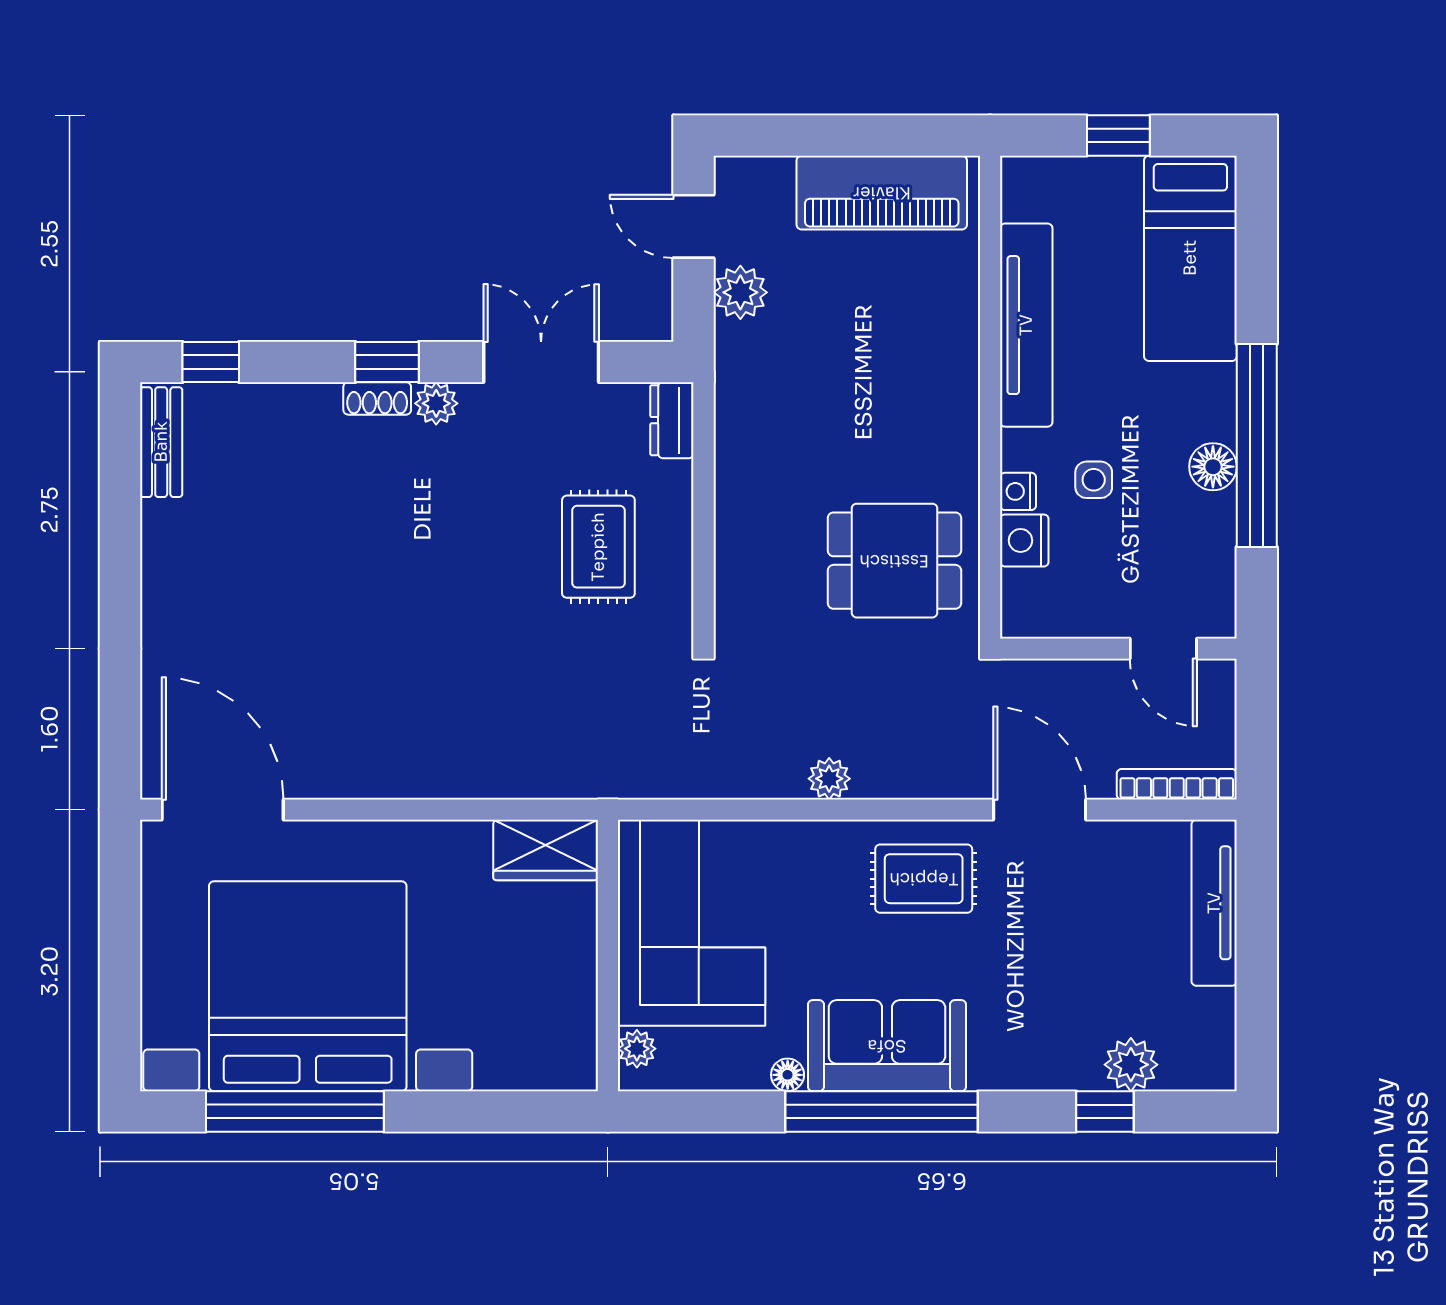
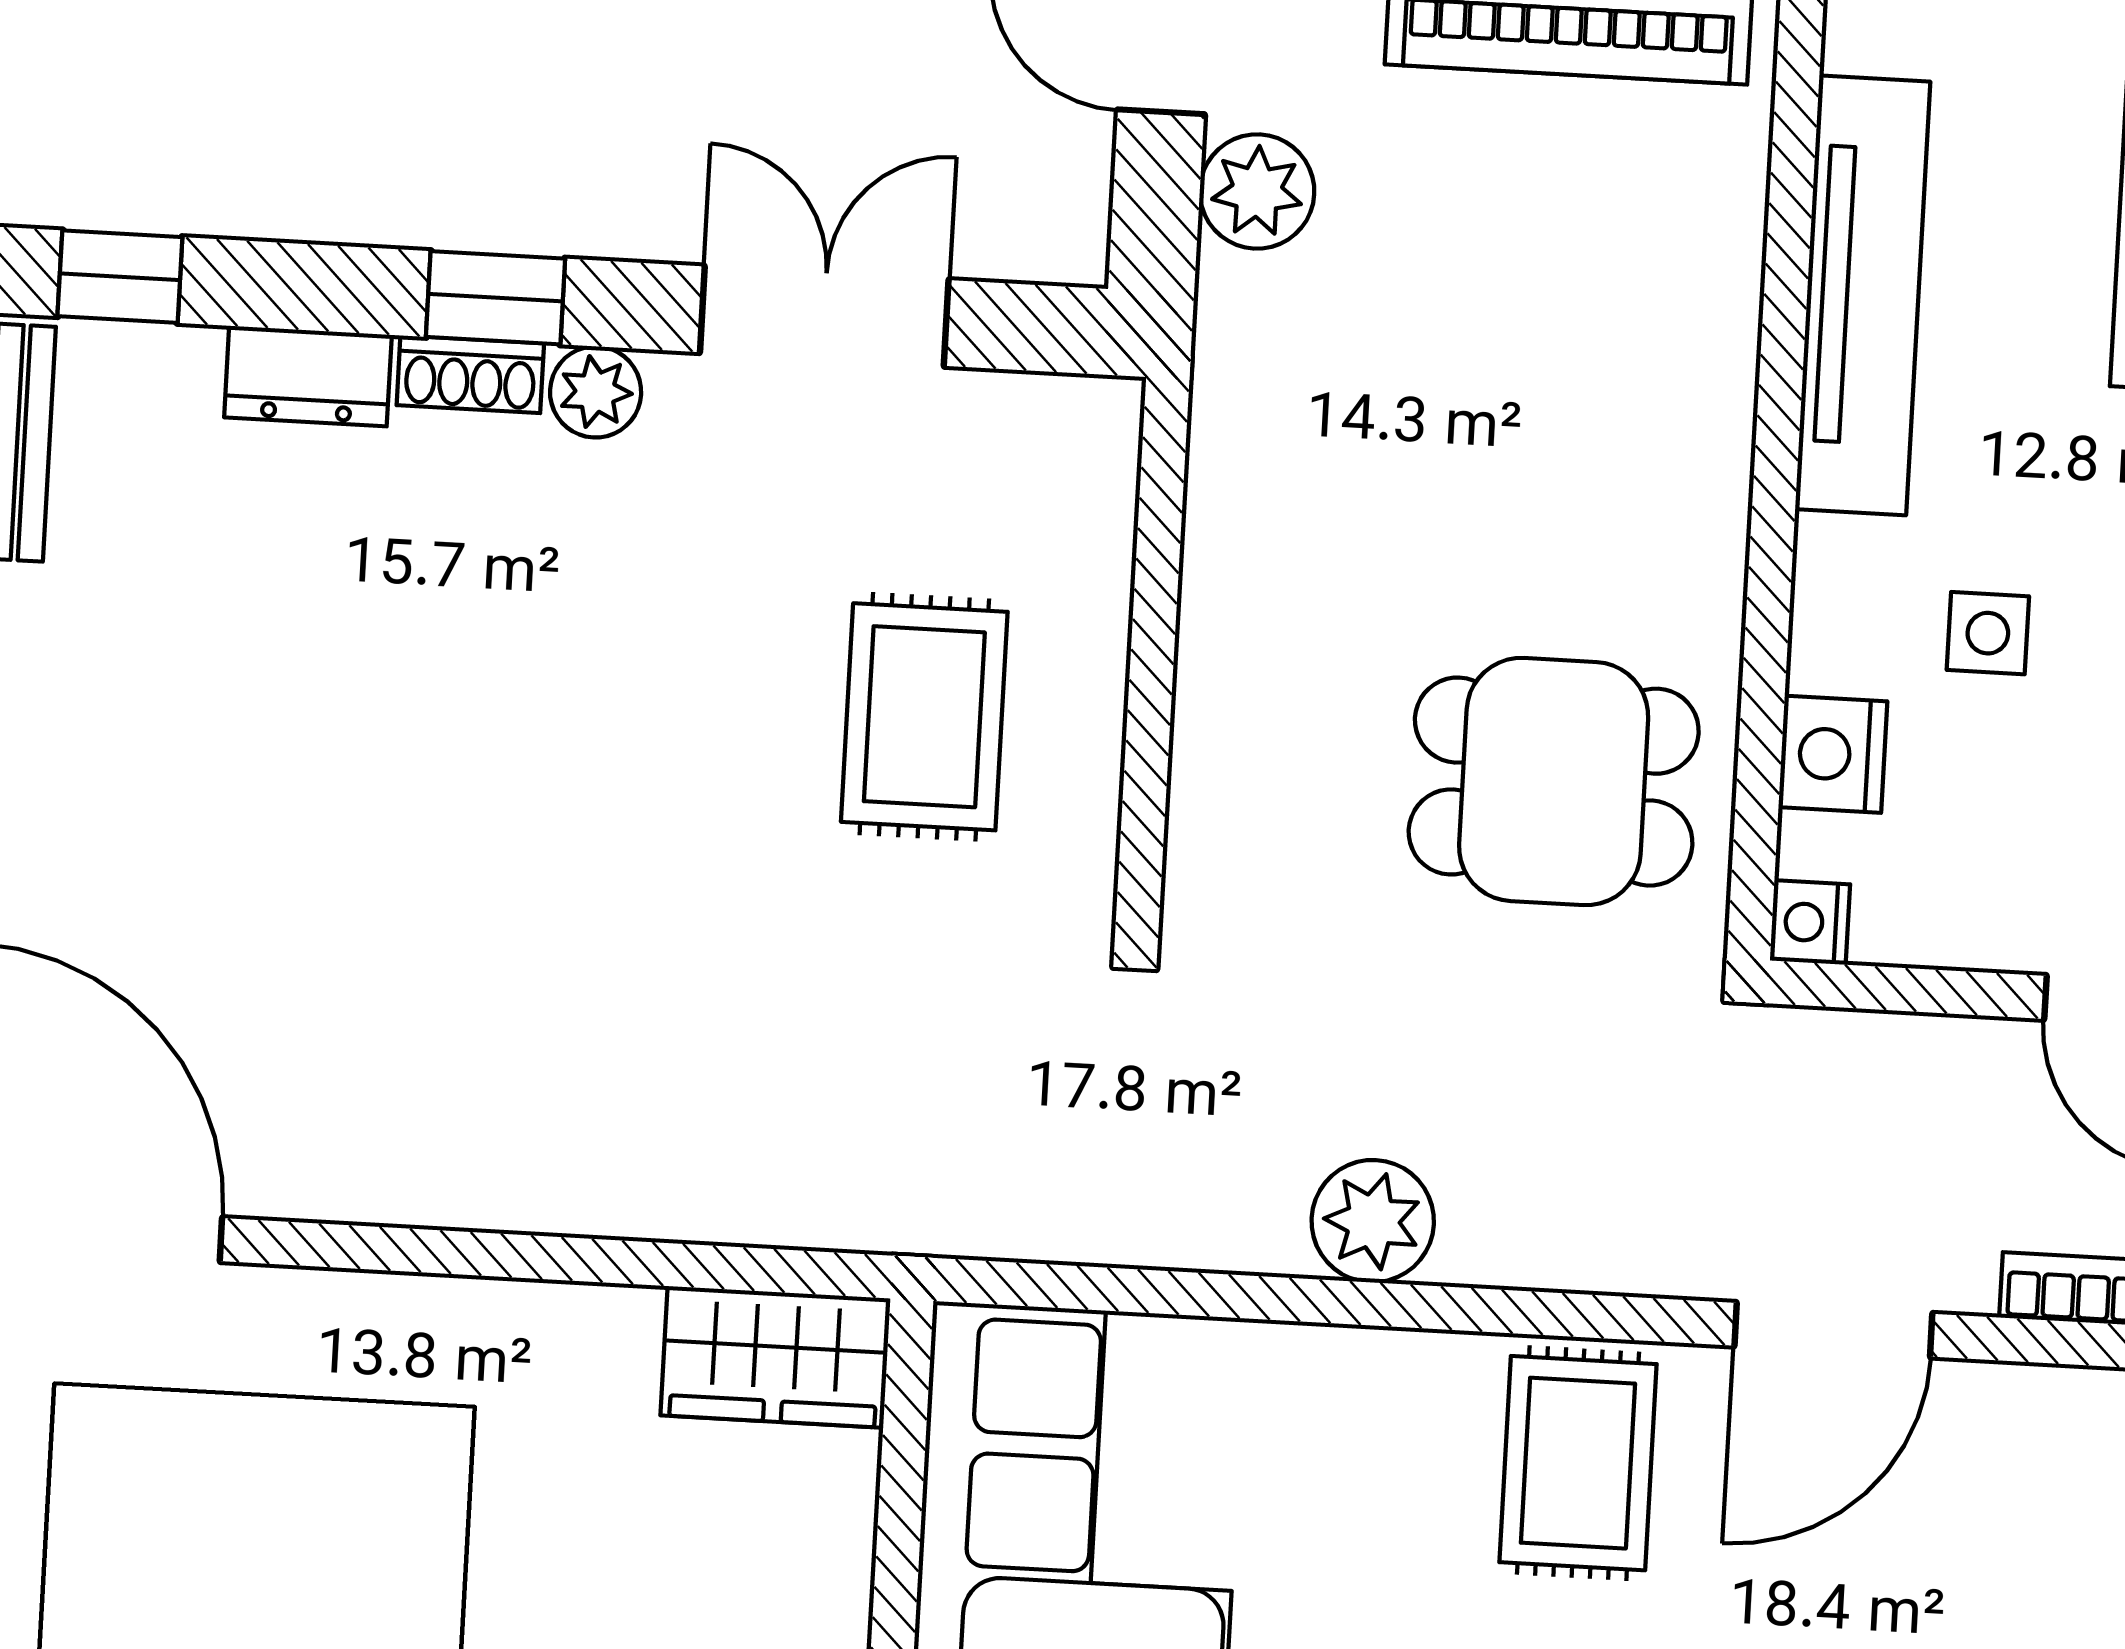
dresser: (672, 420) -> (308, 376), moved, turned -90
nightstand: (1018, 491) -> (1810, 922), moved
plant: (829, 779) -> (1373, 1221), width x1.38, depth x1.38
door: (1040, 810) -> (1833, 1330), swing flipped
rug: (924, 879) -> (1578, 1463), turned 90

